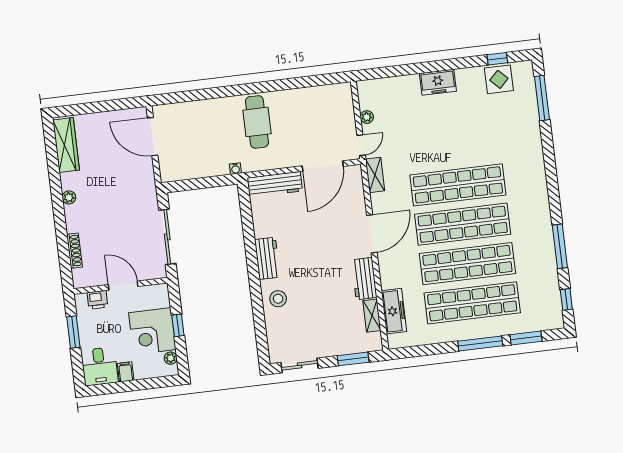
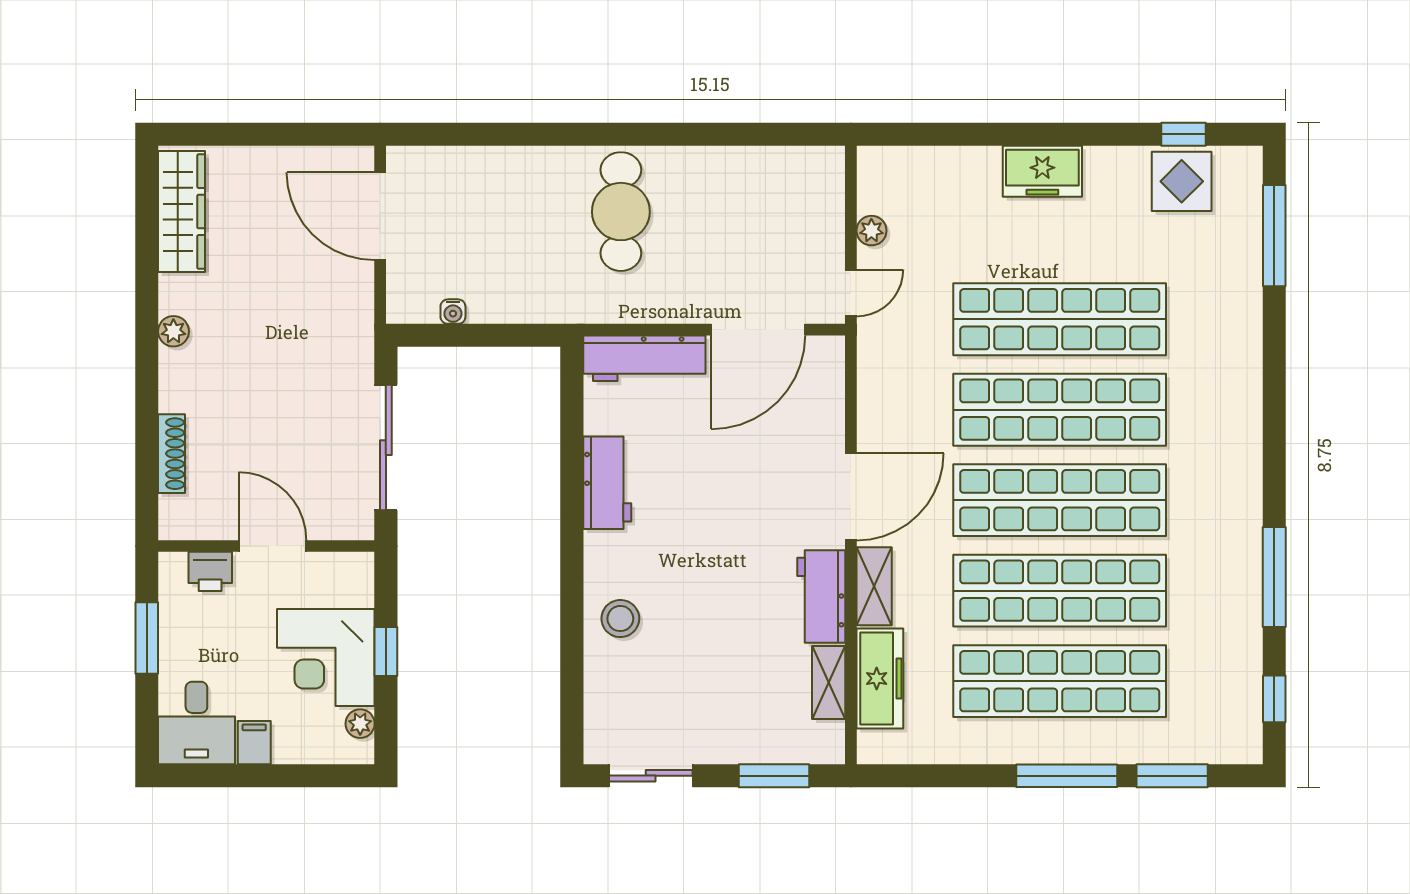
shop shelf: (453, 146) -> (1060, 319), added
water cooler: (235, 169) -> (453, 312), moved
shelving: (375, 175) -> (874, 586), moved
workbench: (267, 258) -> (607, 483), moved

